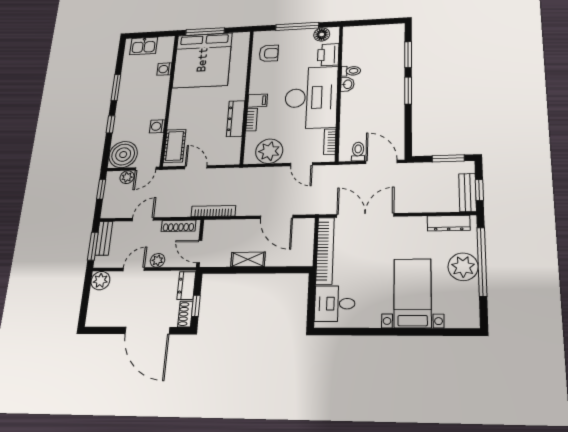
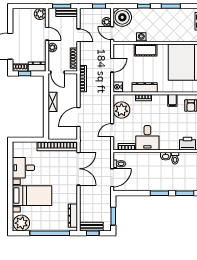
washing machine: (164, 69) -> (183, 37), removed
desk: (311, 98) -> (147, 138), width x0.53, depth x0.77
filing cabinet: (257, 101) -> (172, 100), moved
cot: (175, 146) -> (146, 50), moved
nightstand: (231, 158) -> (118, 87), added
door: (199, 252) -> (58, 72), swing flipped
plant: (463, 267) -> (21, 223), moved
desk: (335, 304) -> (23, 168), moved, turned -90

